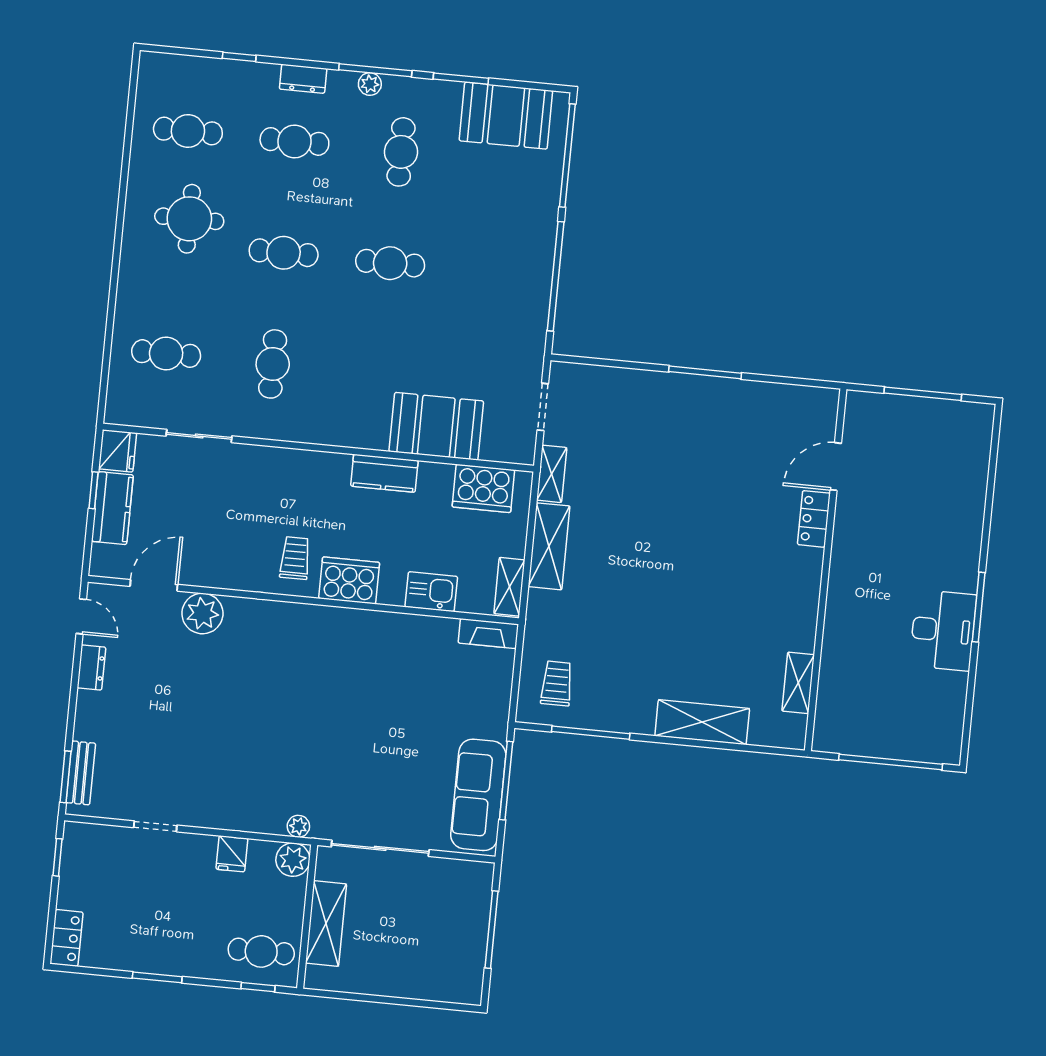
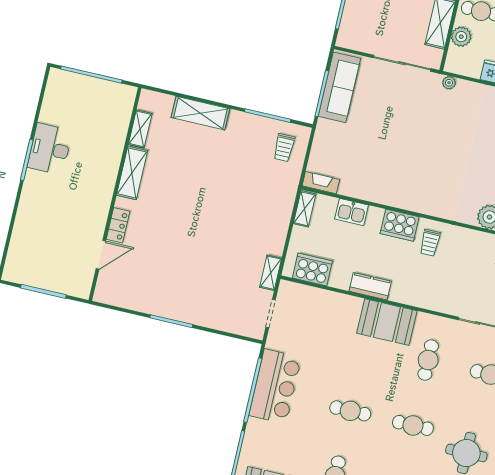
bar counter: (520, 287) -> (275, 386), added
booth: (436, 426) -> (387, 322), moved
shelving: (549, 546) -> (132, 173), moved
plant: (293, 860) -> (461, 37), moved

